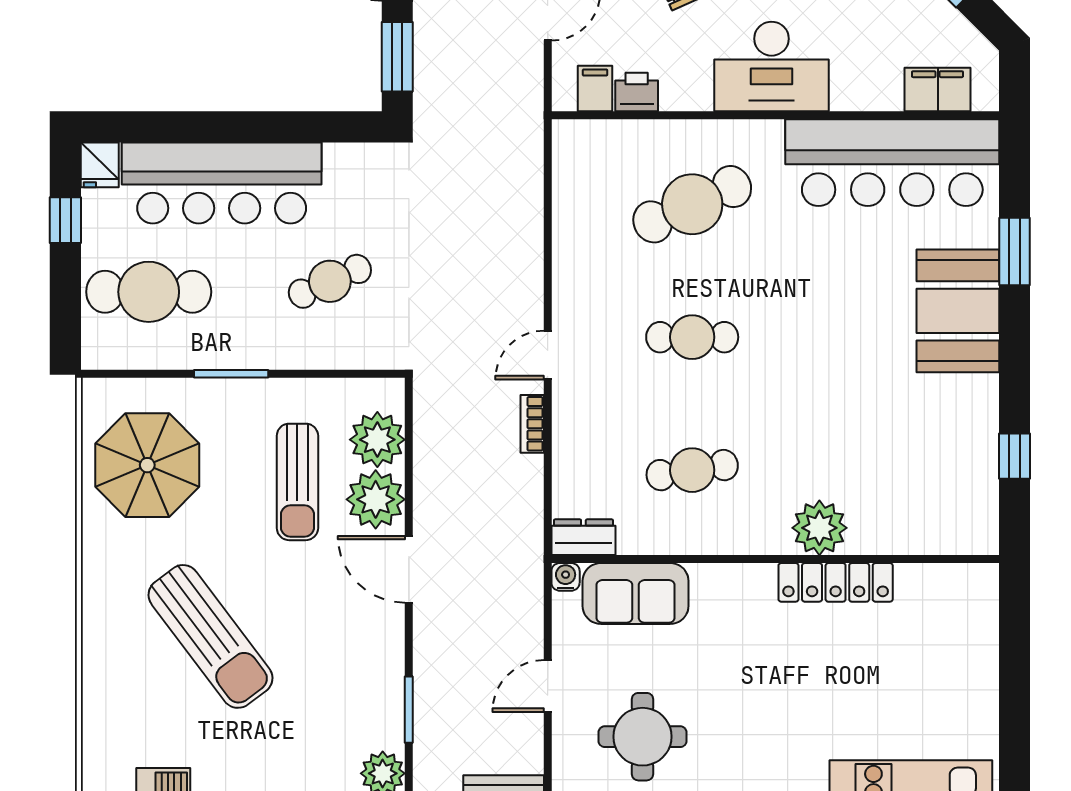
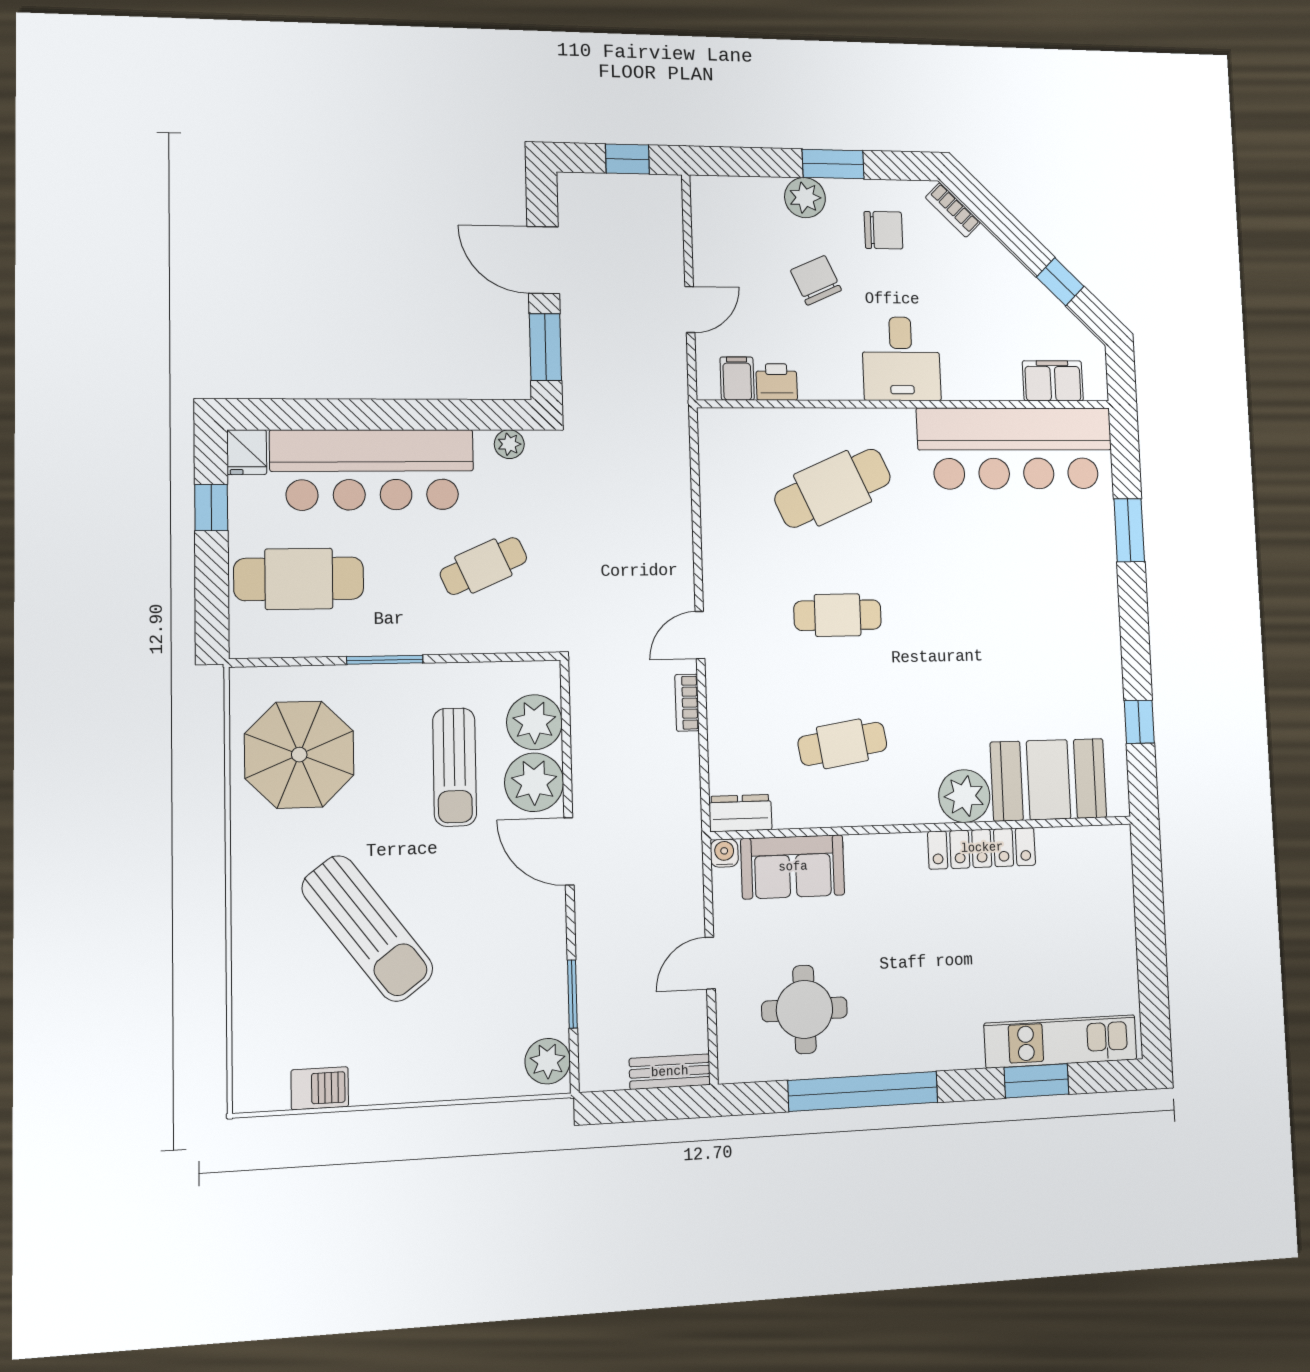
desk: (772, 67) -> (901, 359), width x0.73
plant: (358, 157) -> (509, 444), added
booth: (958, 311) -> (1049, 780), moved, turned 90

